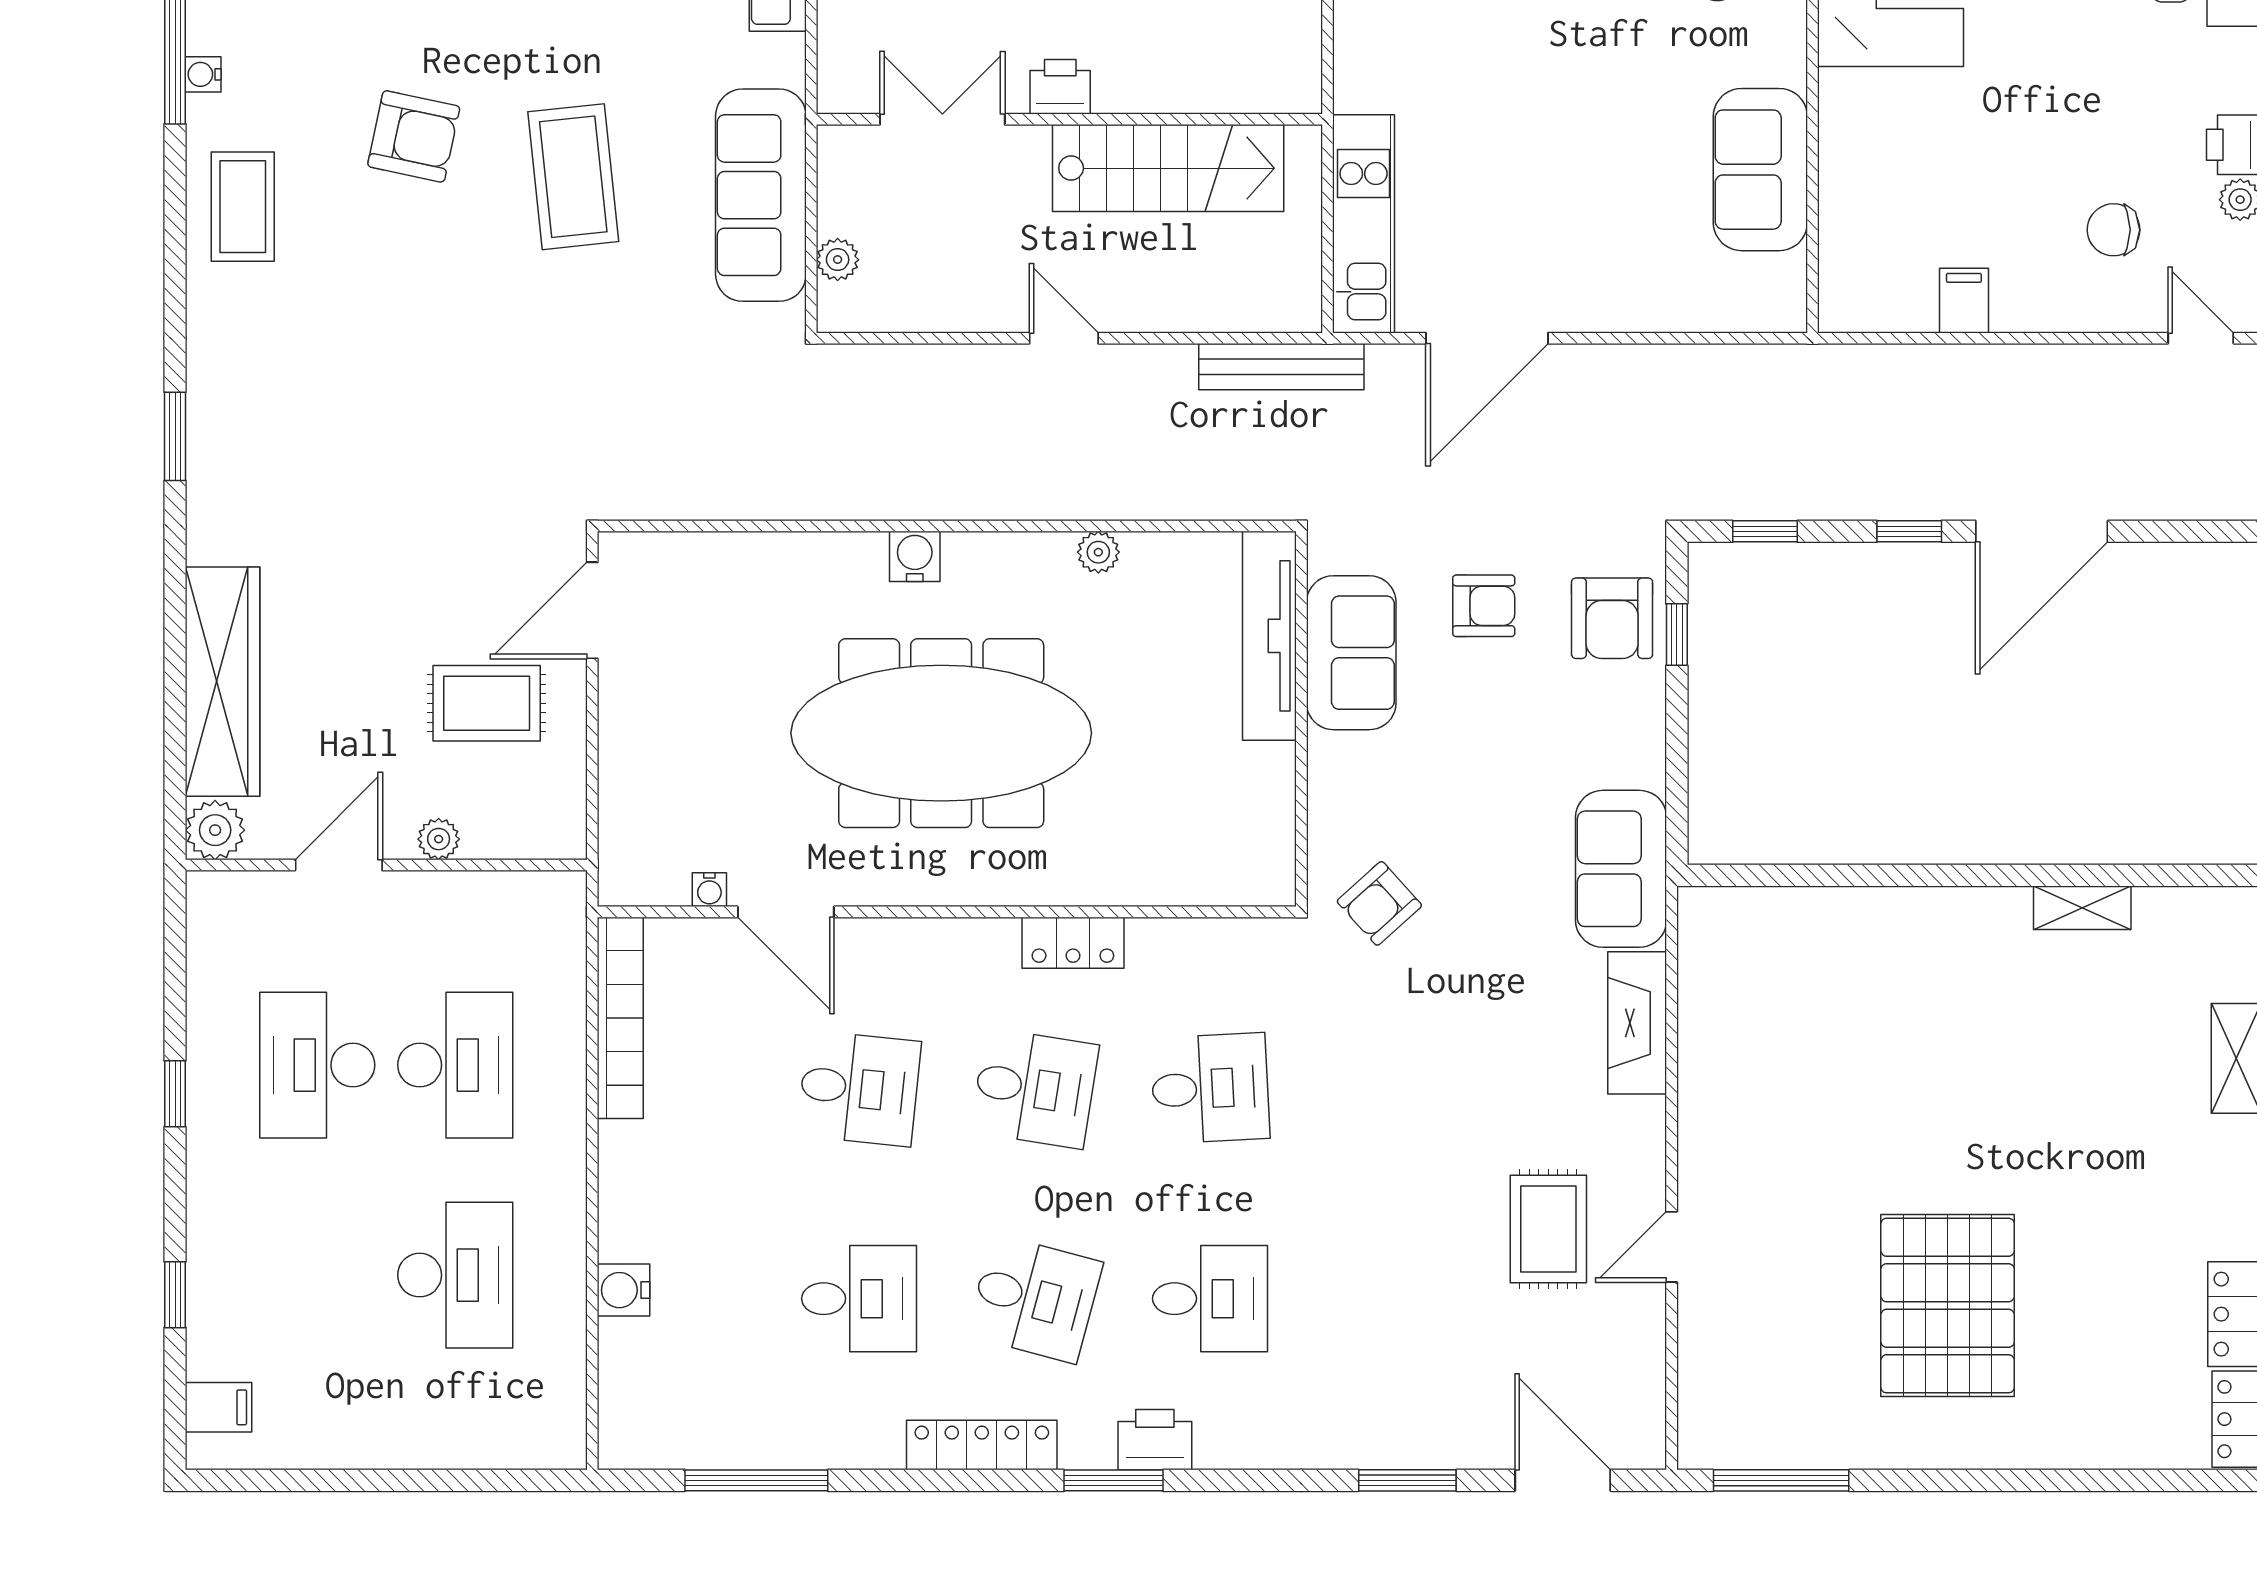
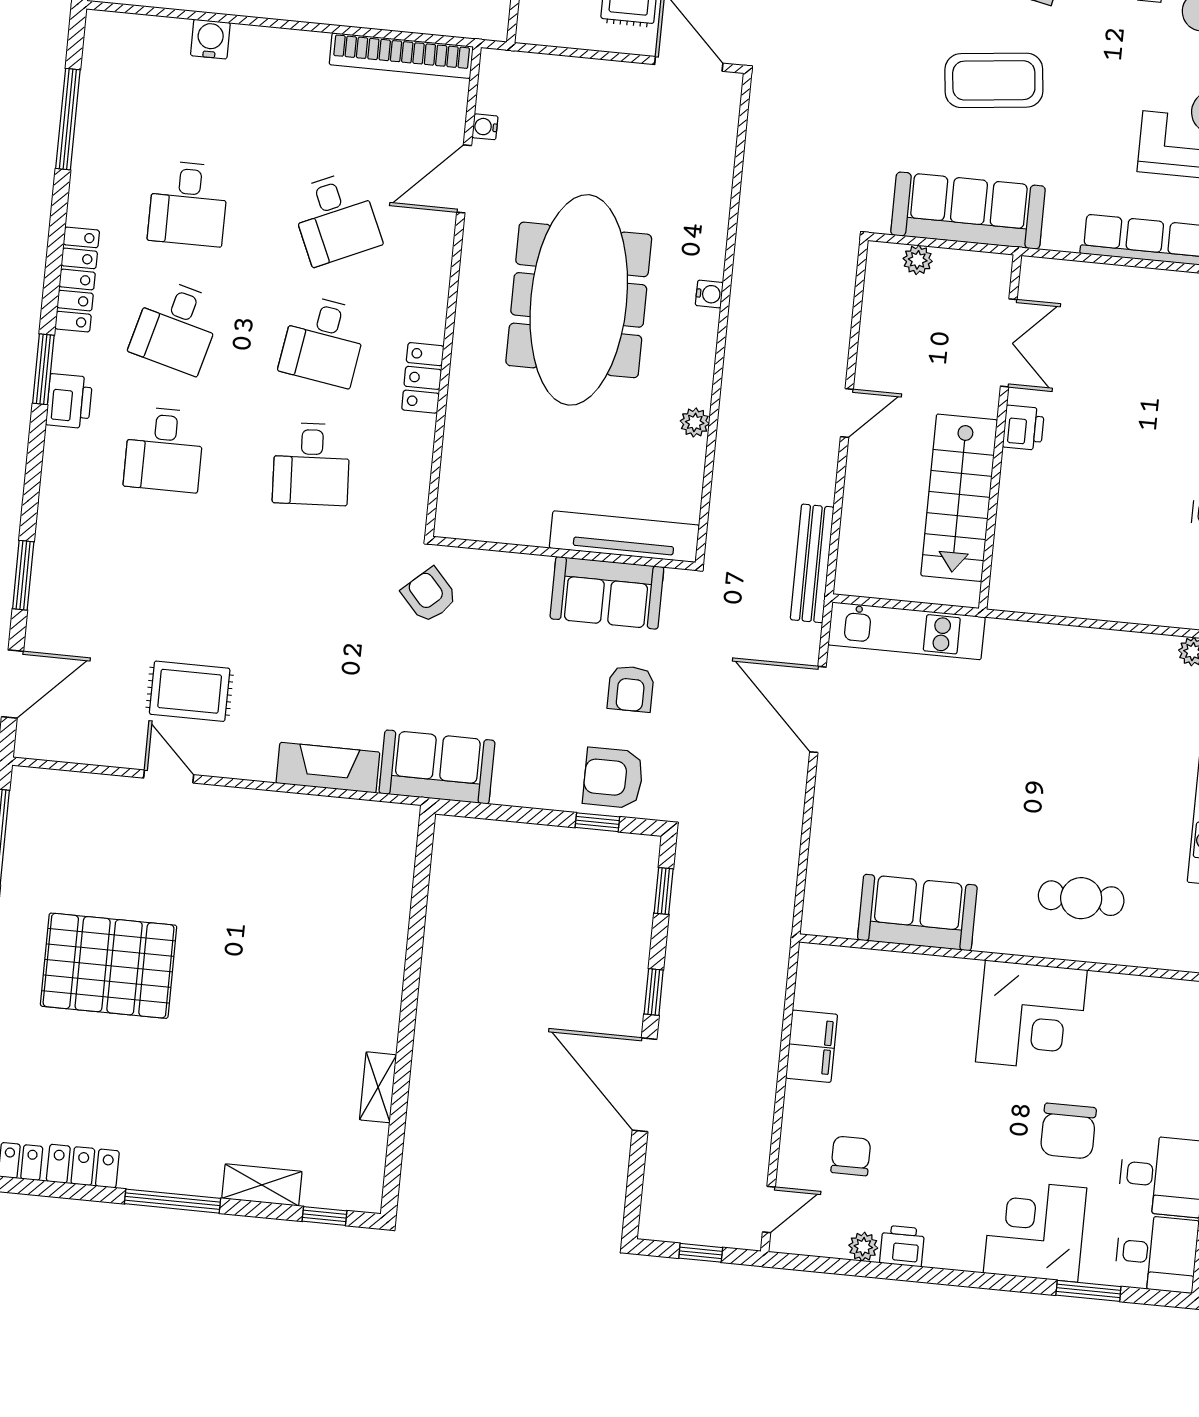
filing cabinet: (1964, 301) -> (812, 1046), width x2.00
water cooler: (915, 556) -> (709, 294), width x0.72, depth x0.72
desk: (859, 1088) -> (335, 218), turned -30

